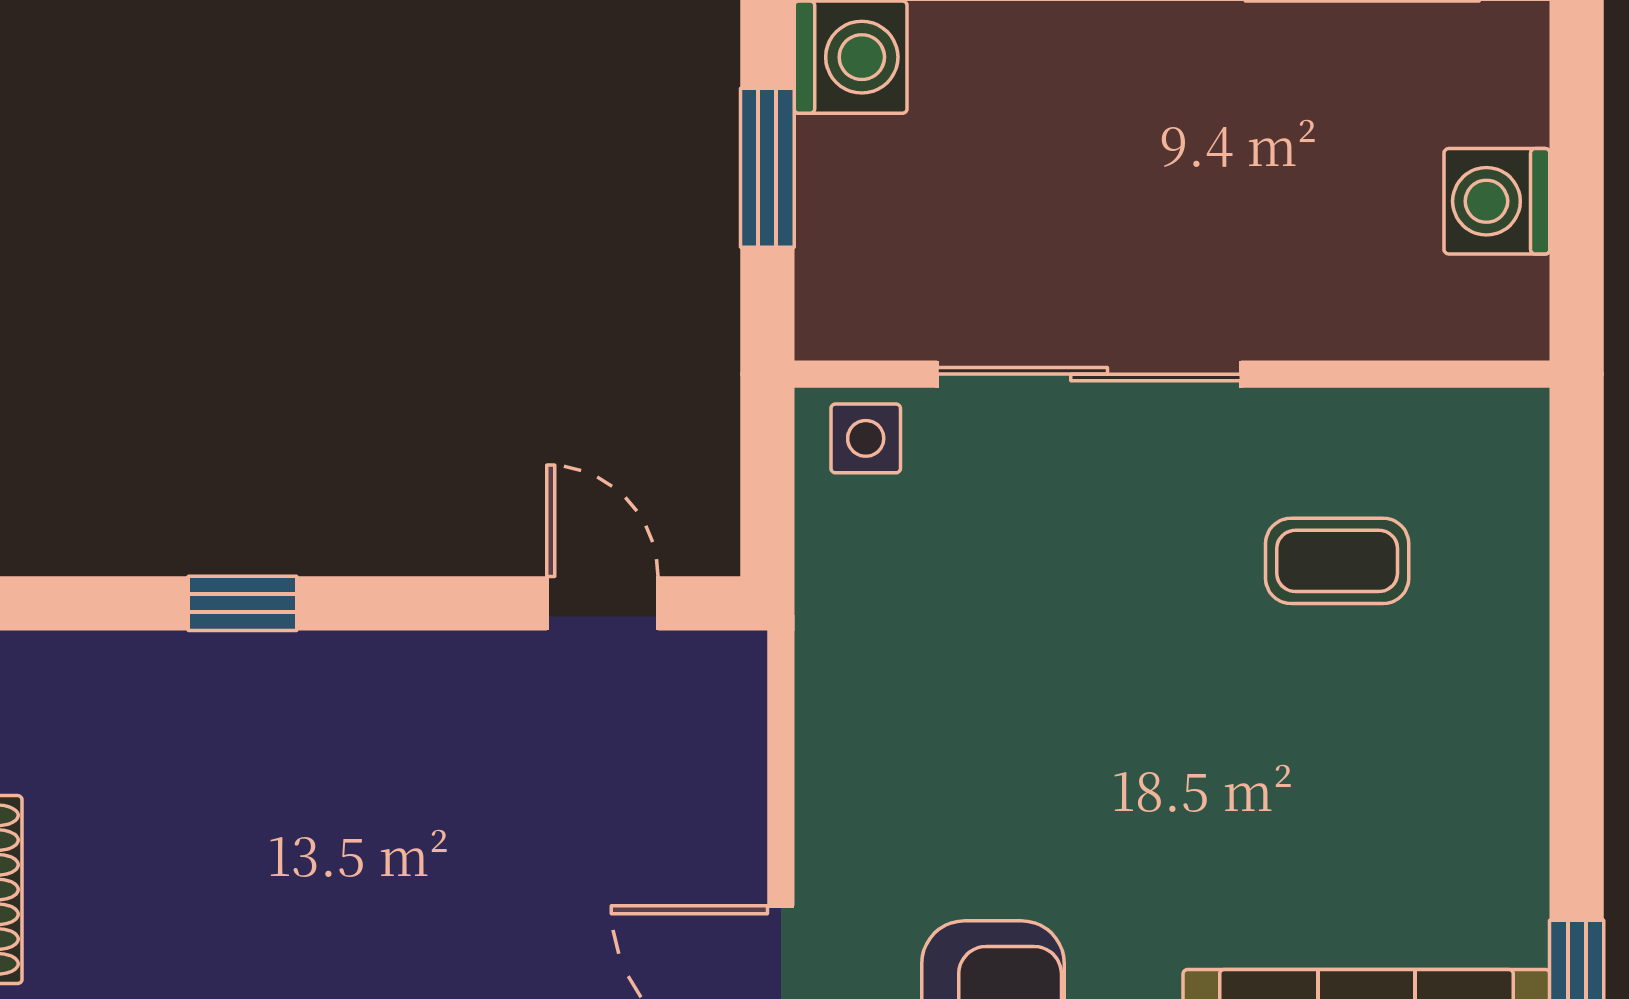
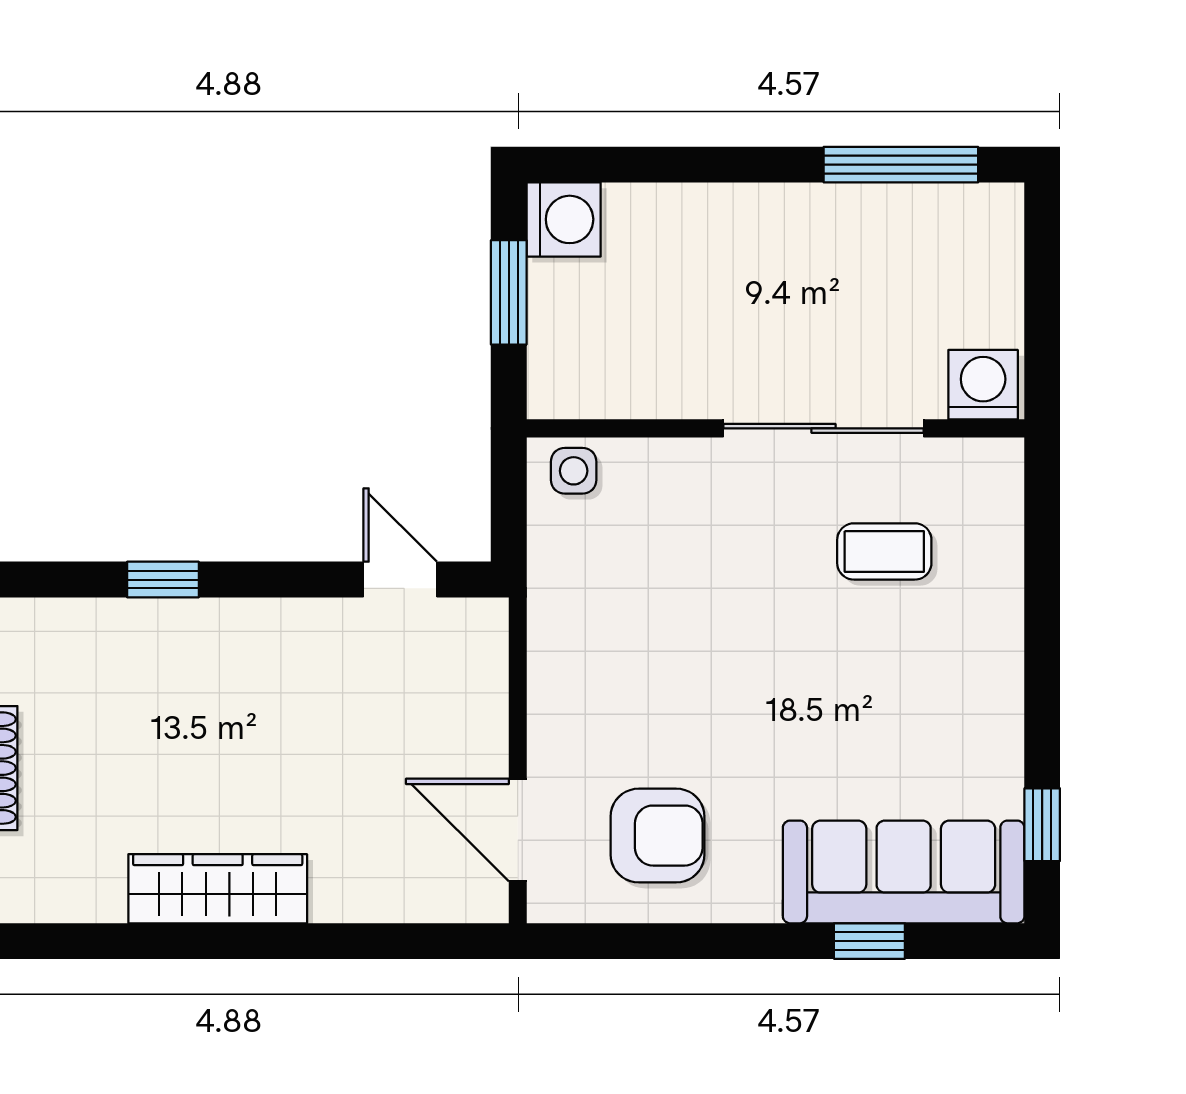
washing machine: (1497, 201) -> (983, 385), moved, turned 90
sliding door: (1089, 374) -> (824, 428), moved

